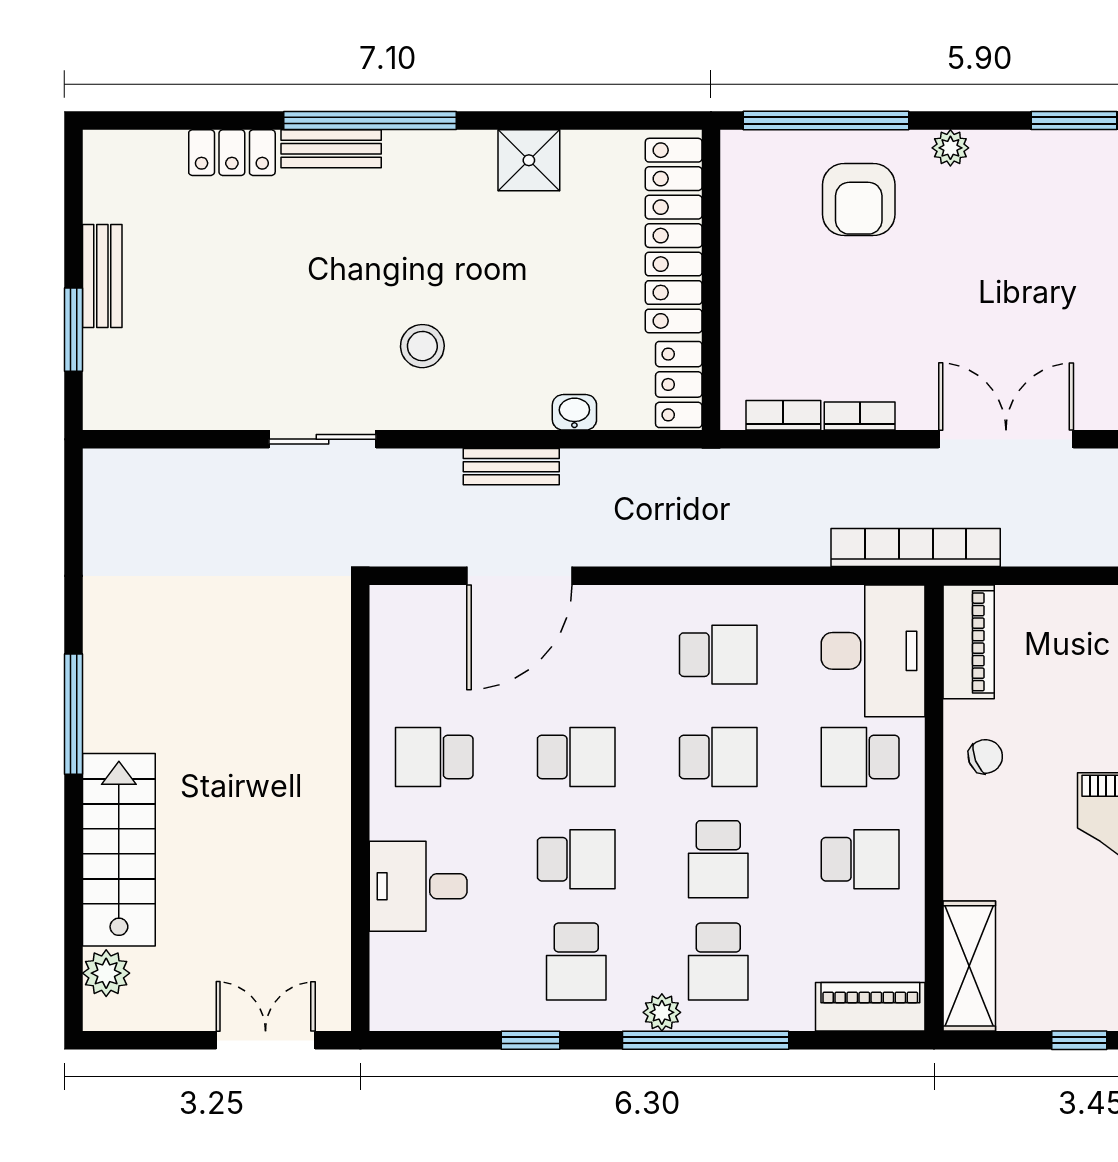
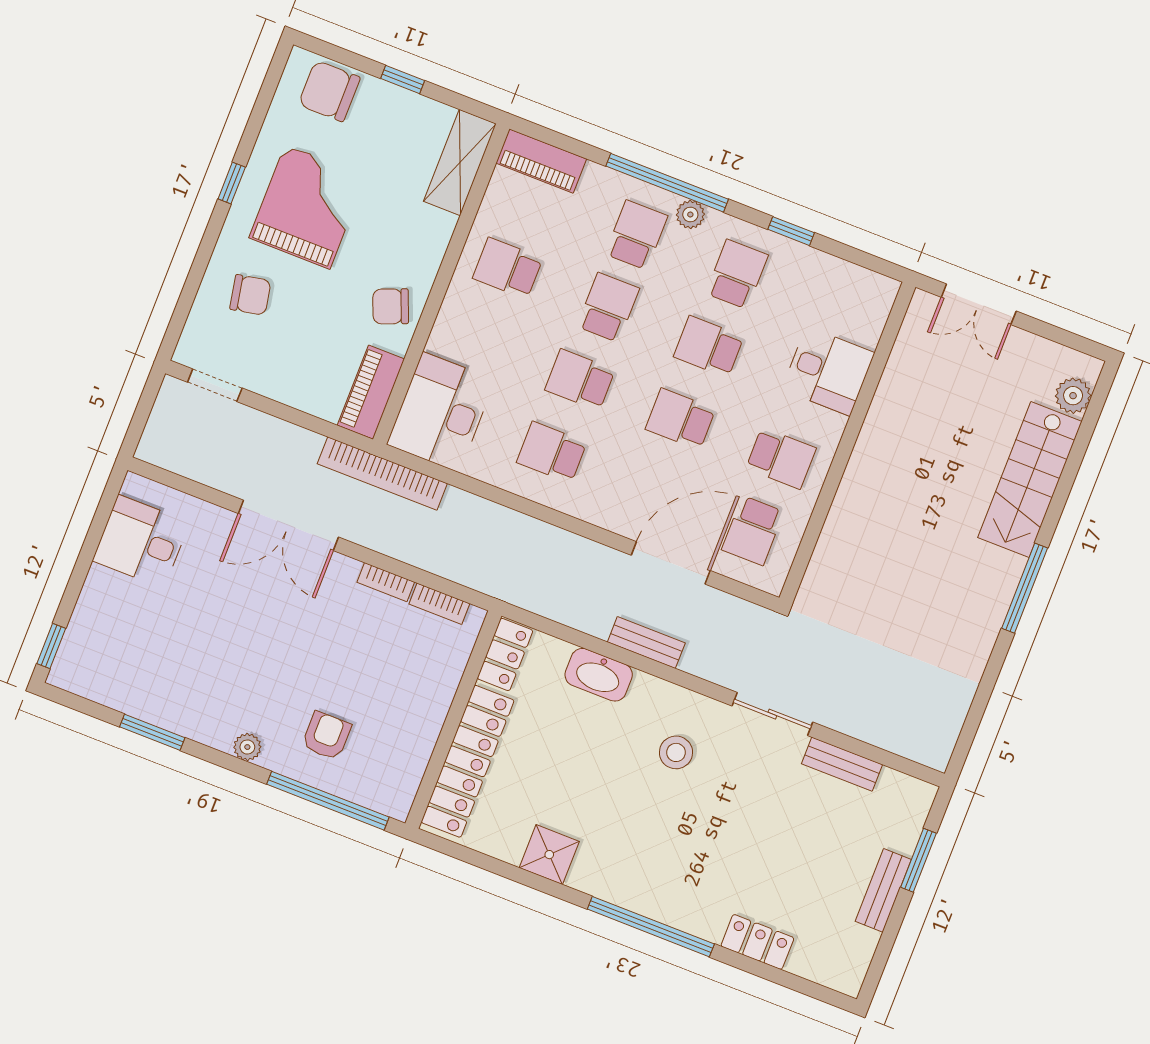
bench: (331, 149) -> (842, 764), moved
armchair: (859, 200) -> (327, 736), width x0.72, depth x0.72
washbasin: (574, 412) -> (599, 675), width x1.91, depth x1.45
chair: (985, 756) -> (391, 306), width x1.37, depth x1.37
school desk: (860, 757) -> (753, 531), moved, turned 90

